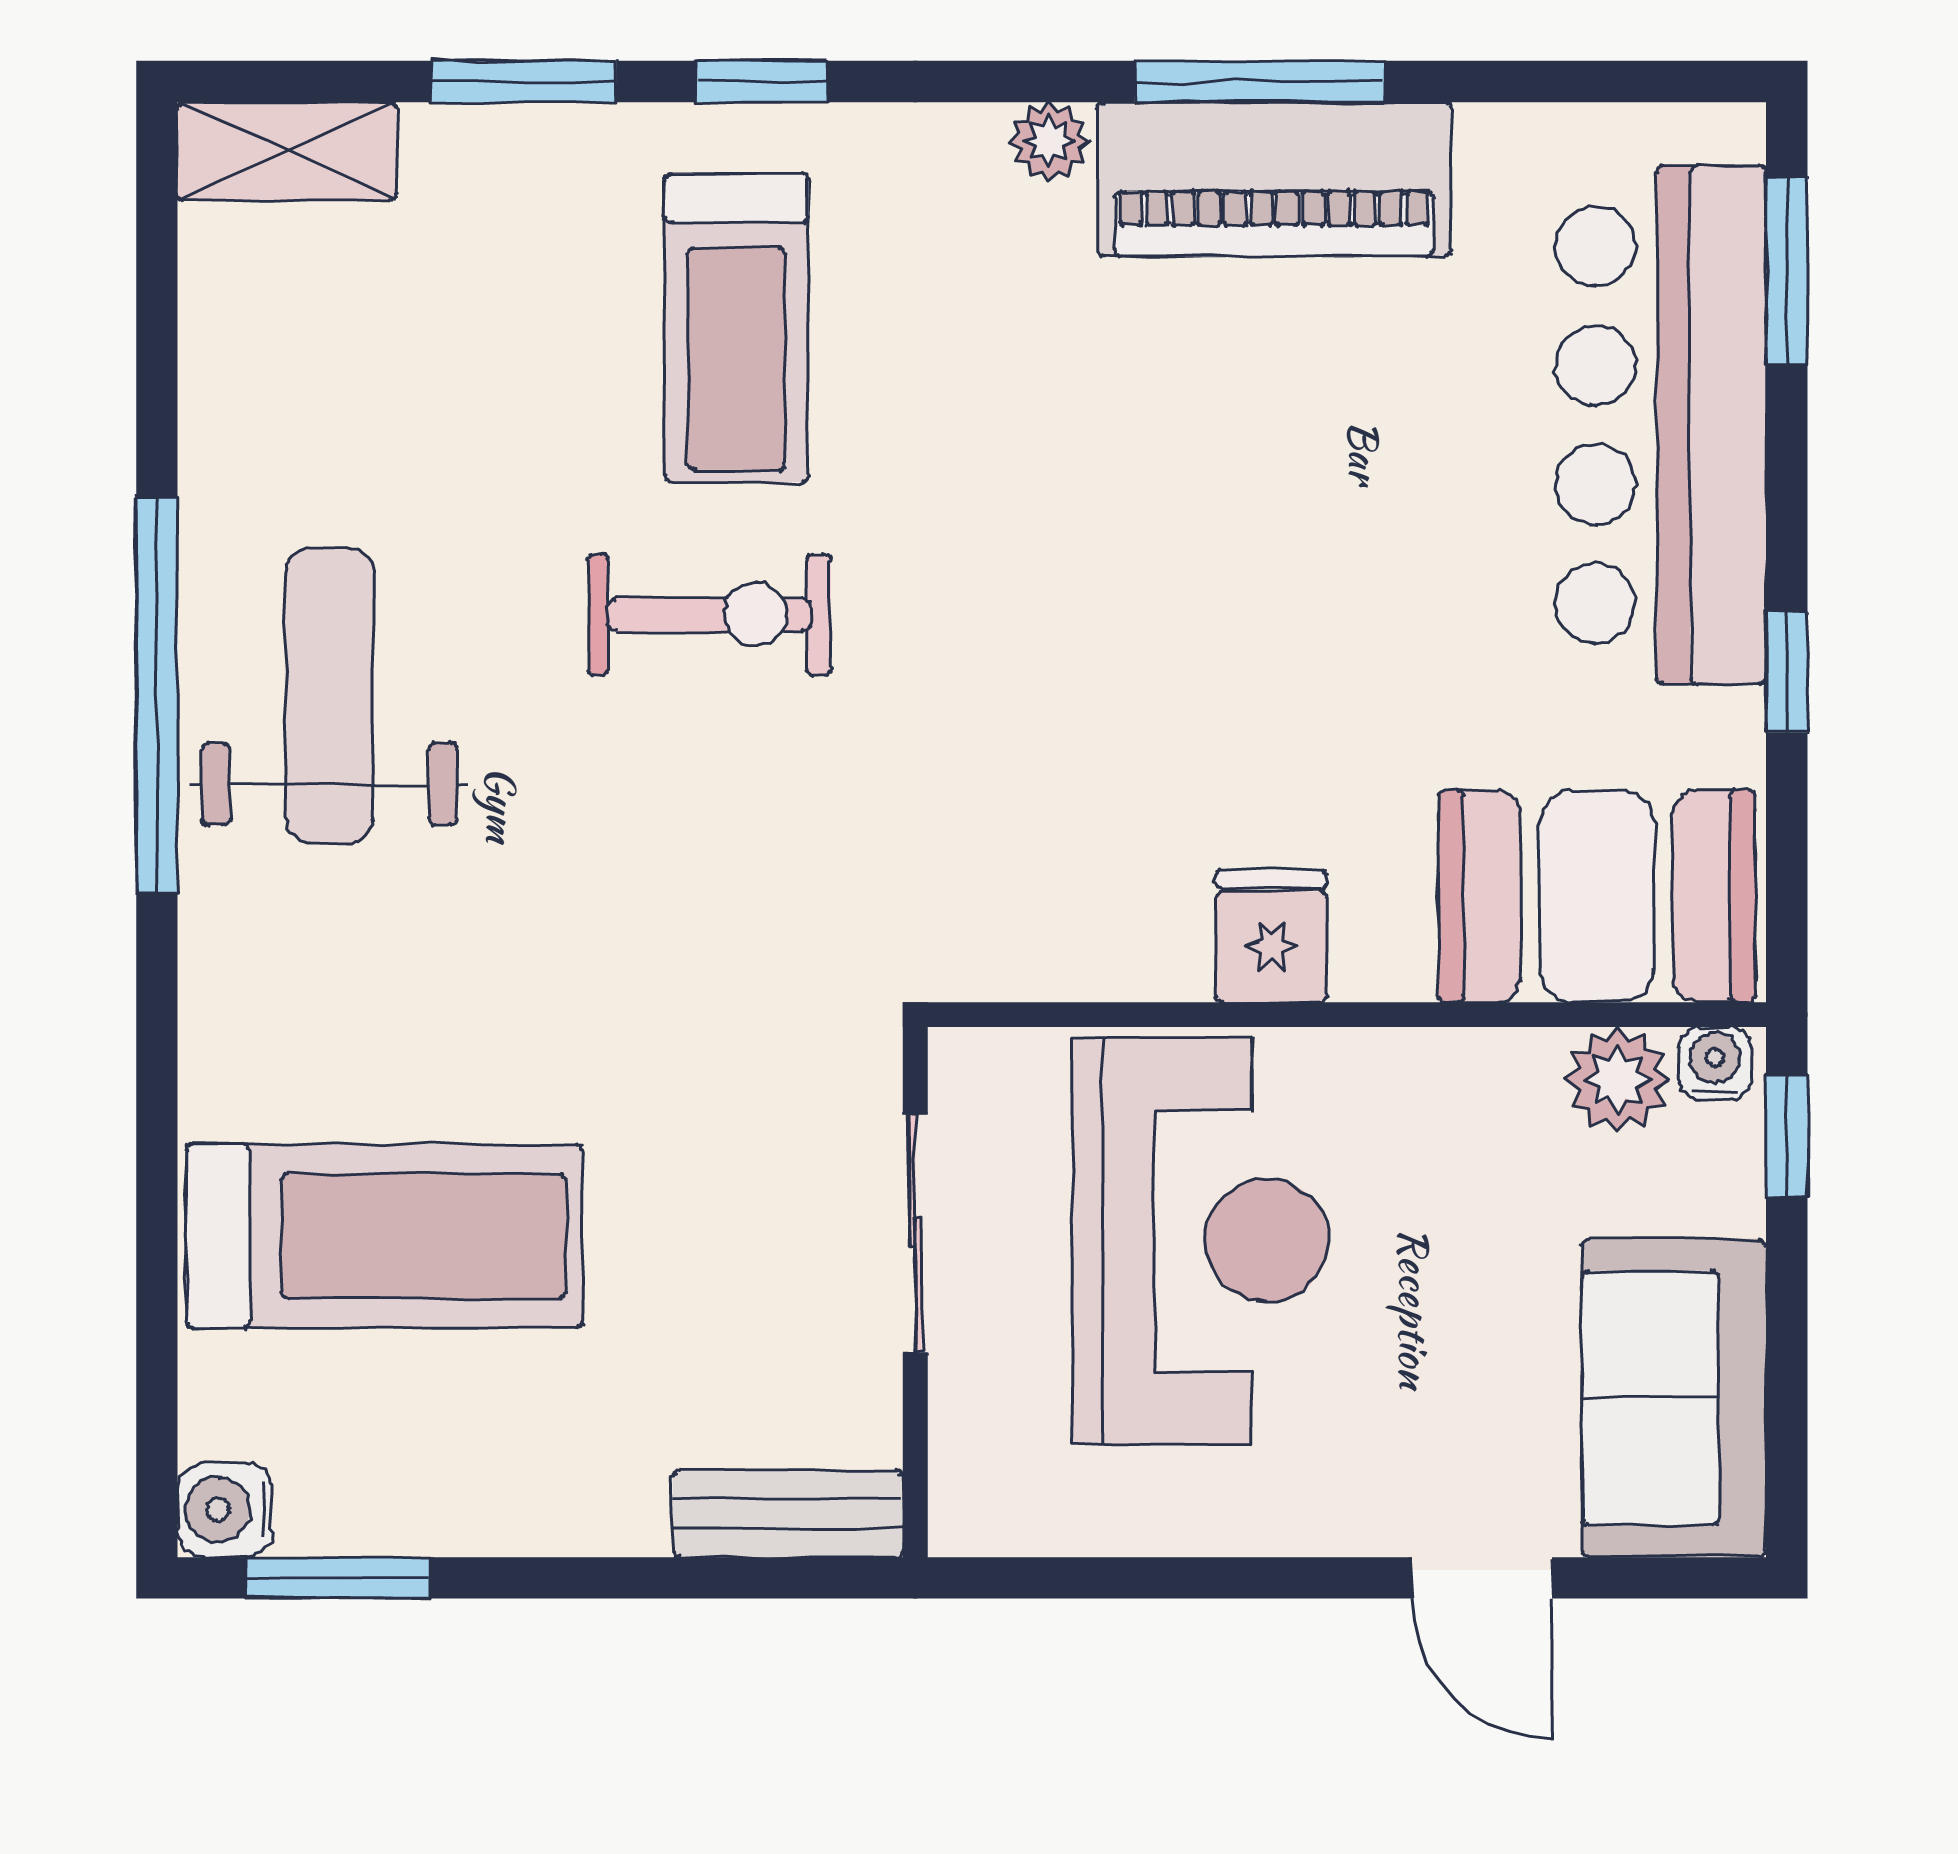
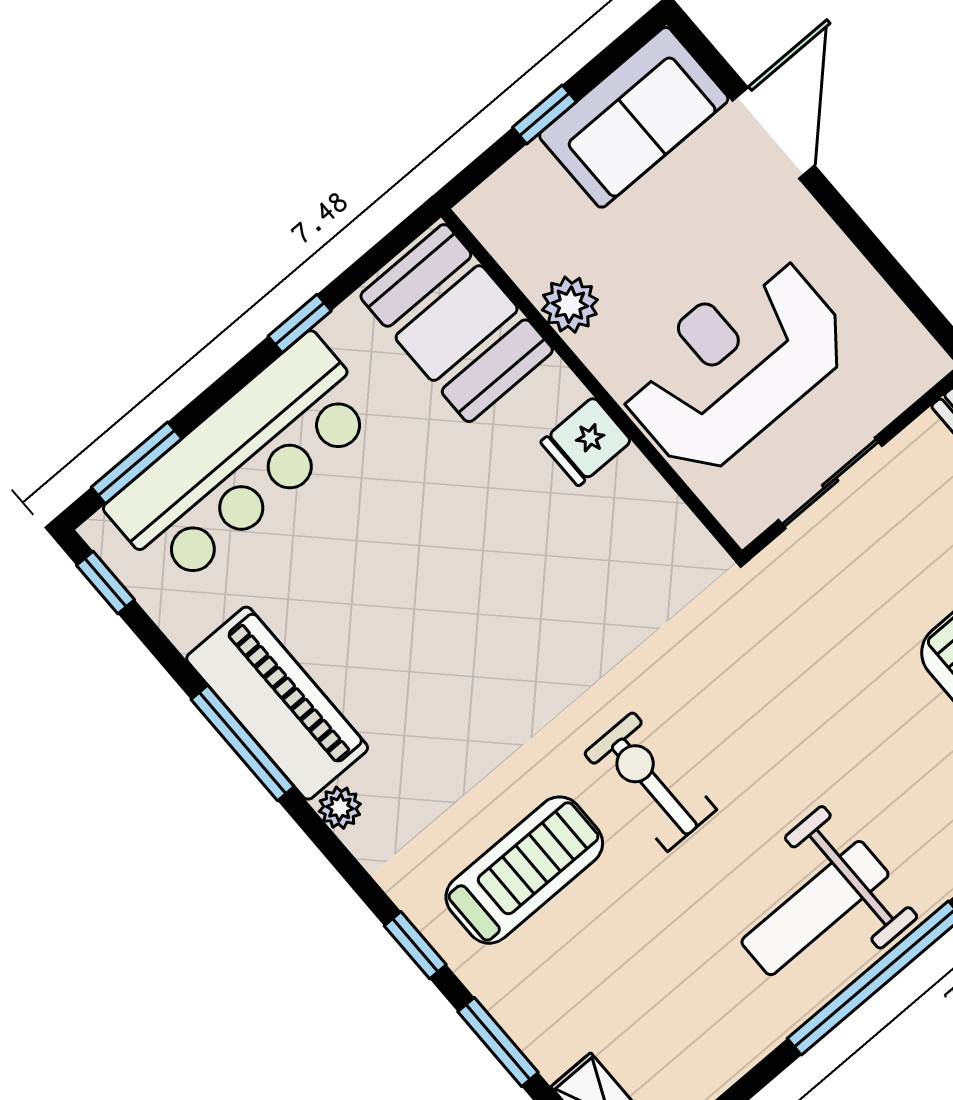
window: (1654, 81) -> (106, 583), added
water cooler: (1715, 1063) -> (484, 217), removed
plant: (1618, 1080) -> (570, 305), moved
window: (1787, 1136) -> (544, 114), moved
door: (1482, 1578) -> (774, 133), width x1.37

